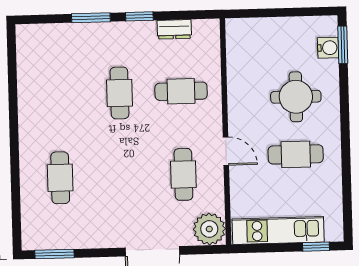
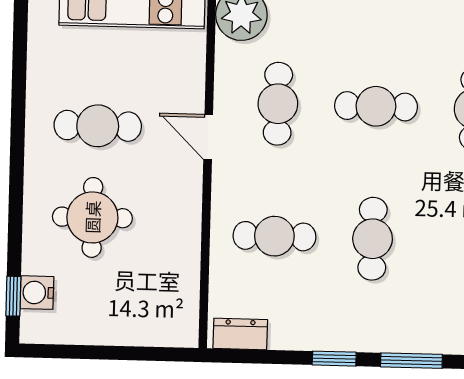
dresser: (174, 29) -> (240, 334), moved
window: (343, 45) -> (13, 296), width x0.67
cafe table: (122, 176) -> (376, 106), added

